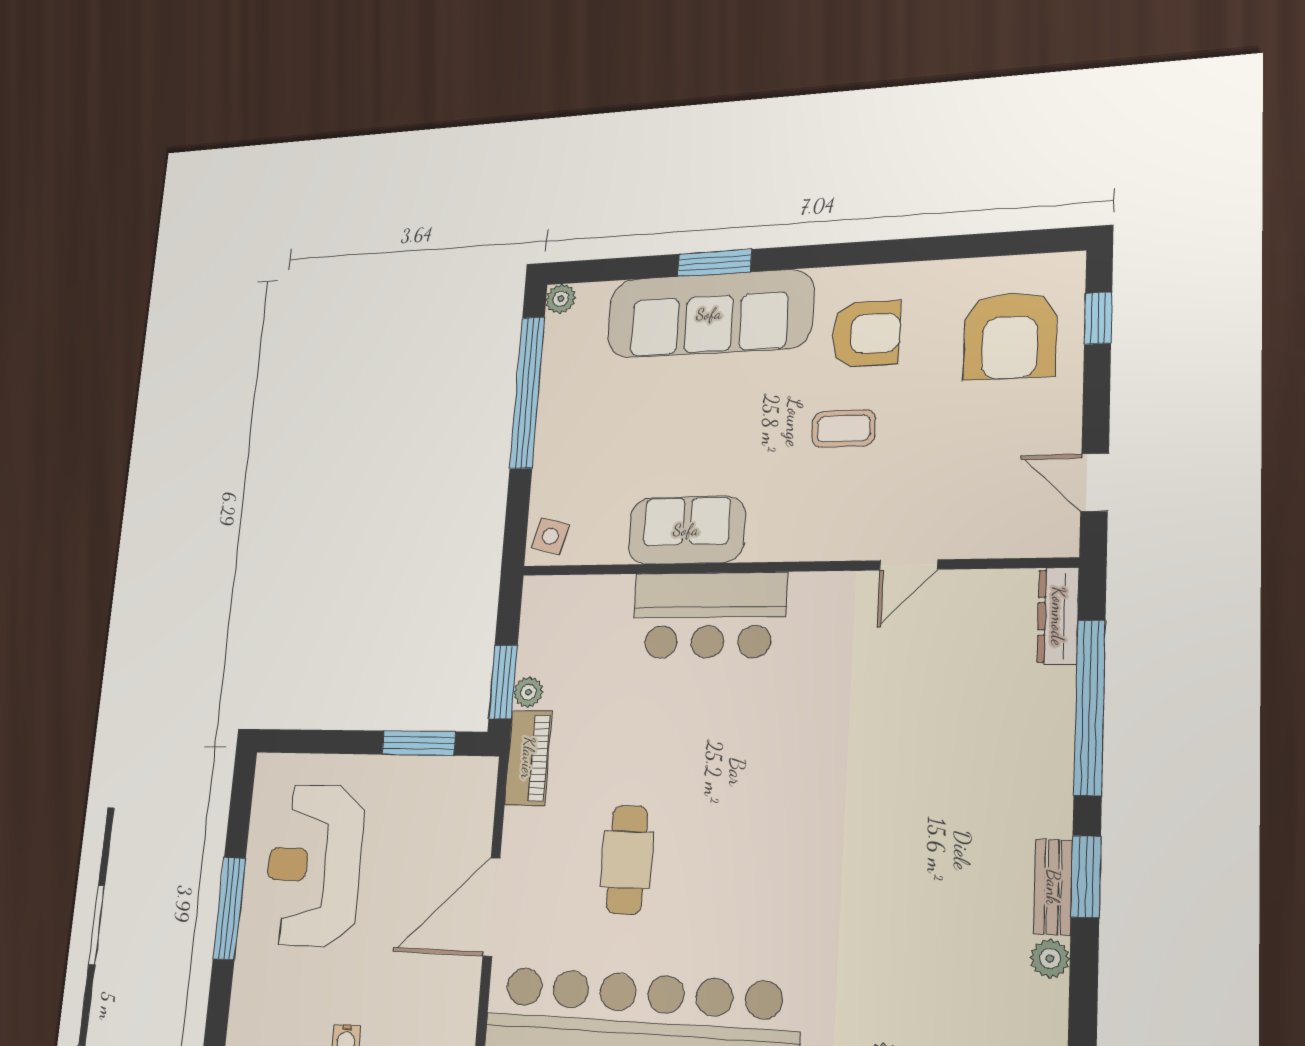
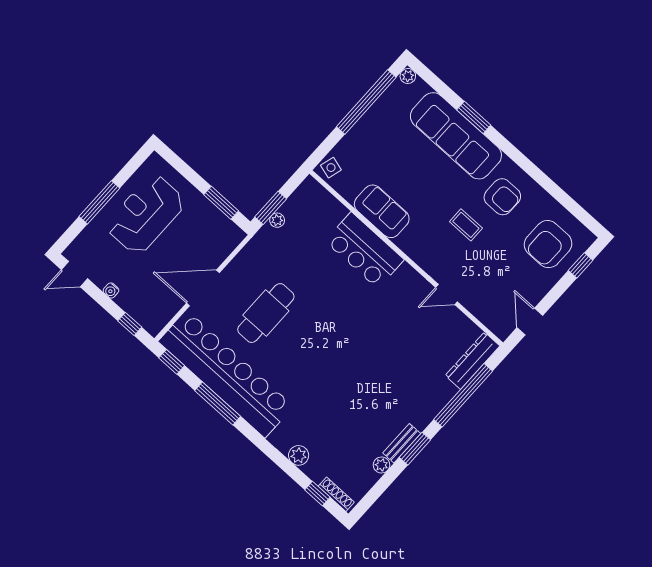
dresser: (1058, 616) -> (473, 361), width x1.37, depth x1.24
piano: (528, 758) -> (258, 245), removed
cafe table: (627, 860) -> (266, 313), width x1.37, depth x1.35

